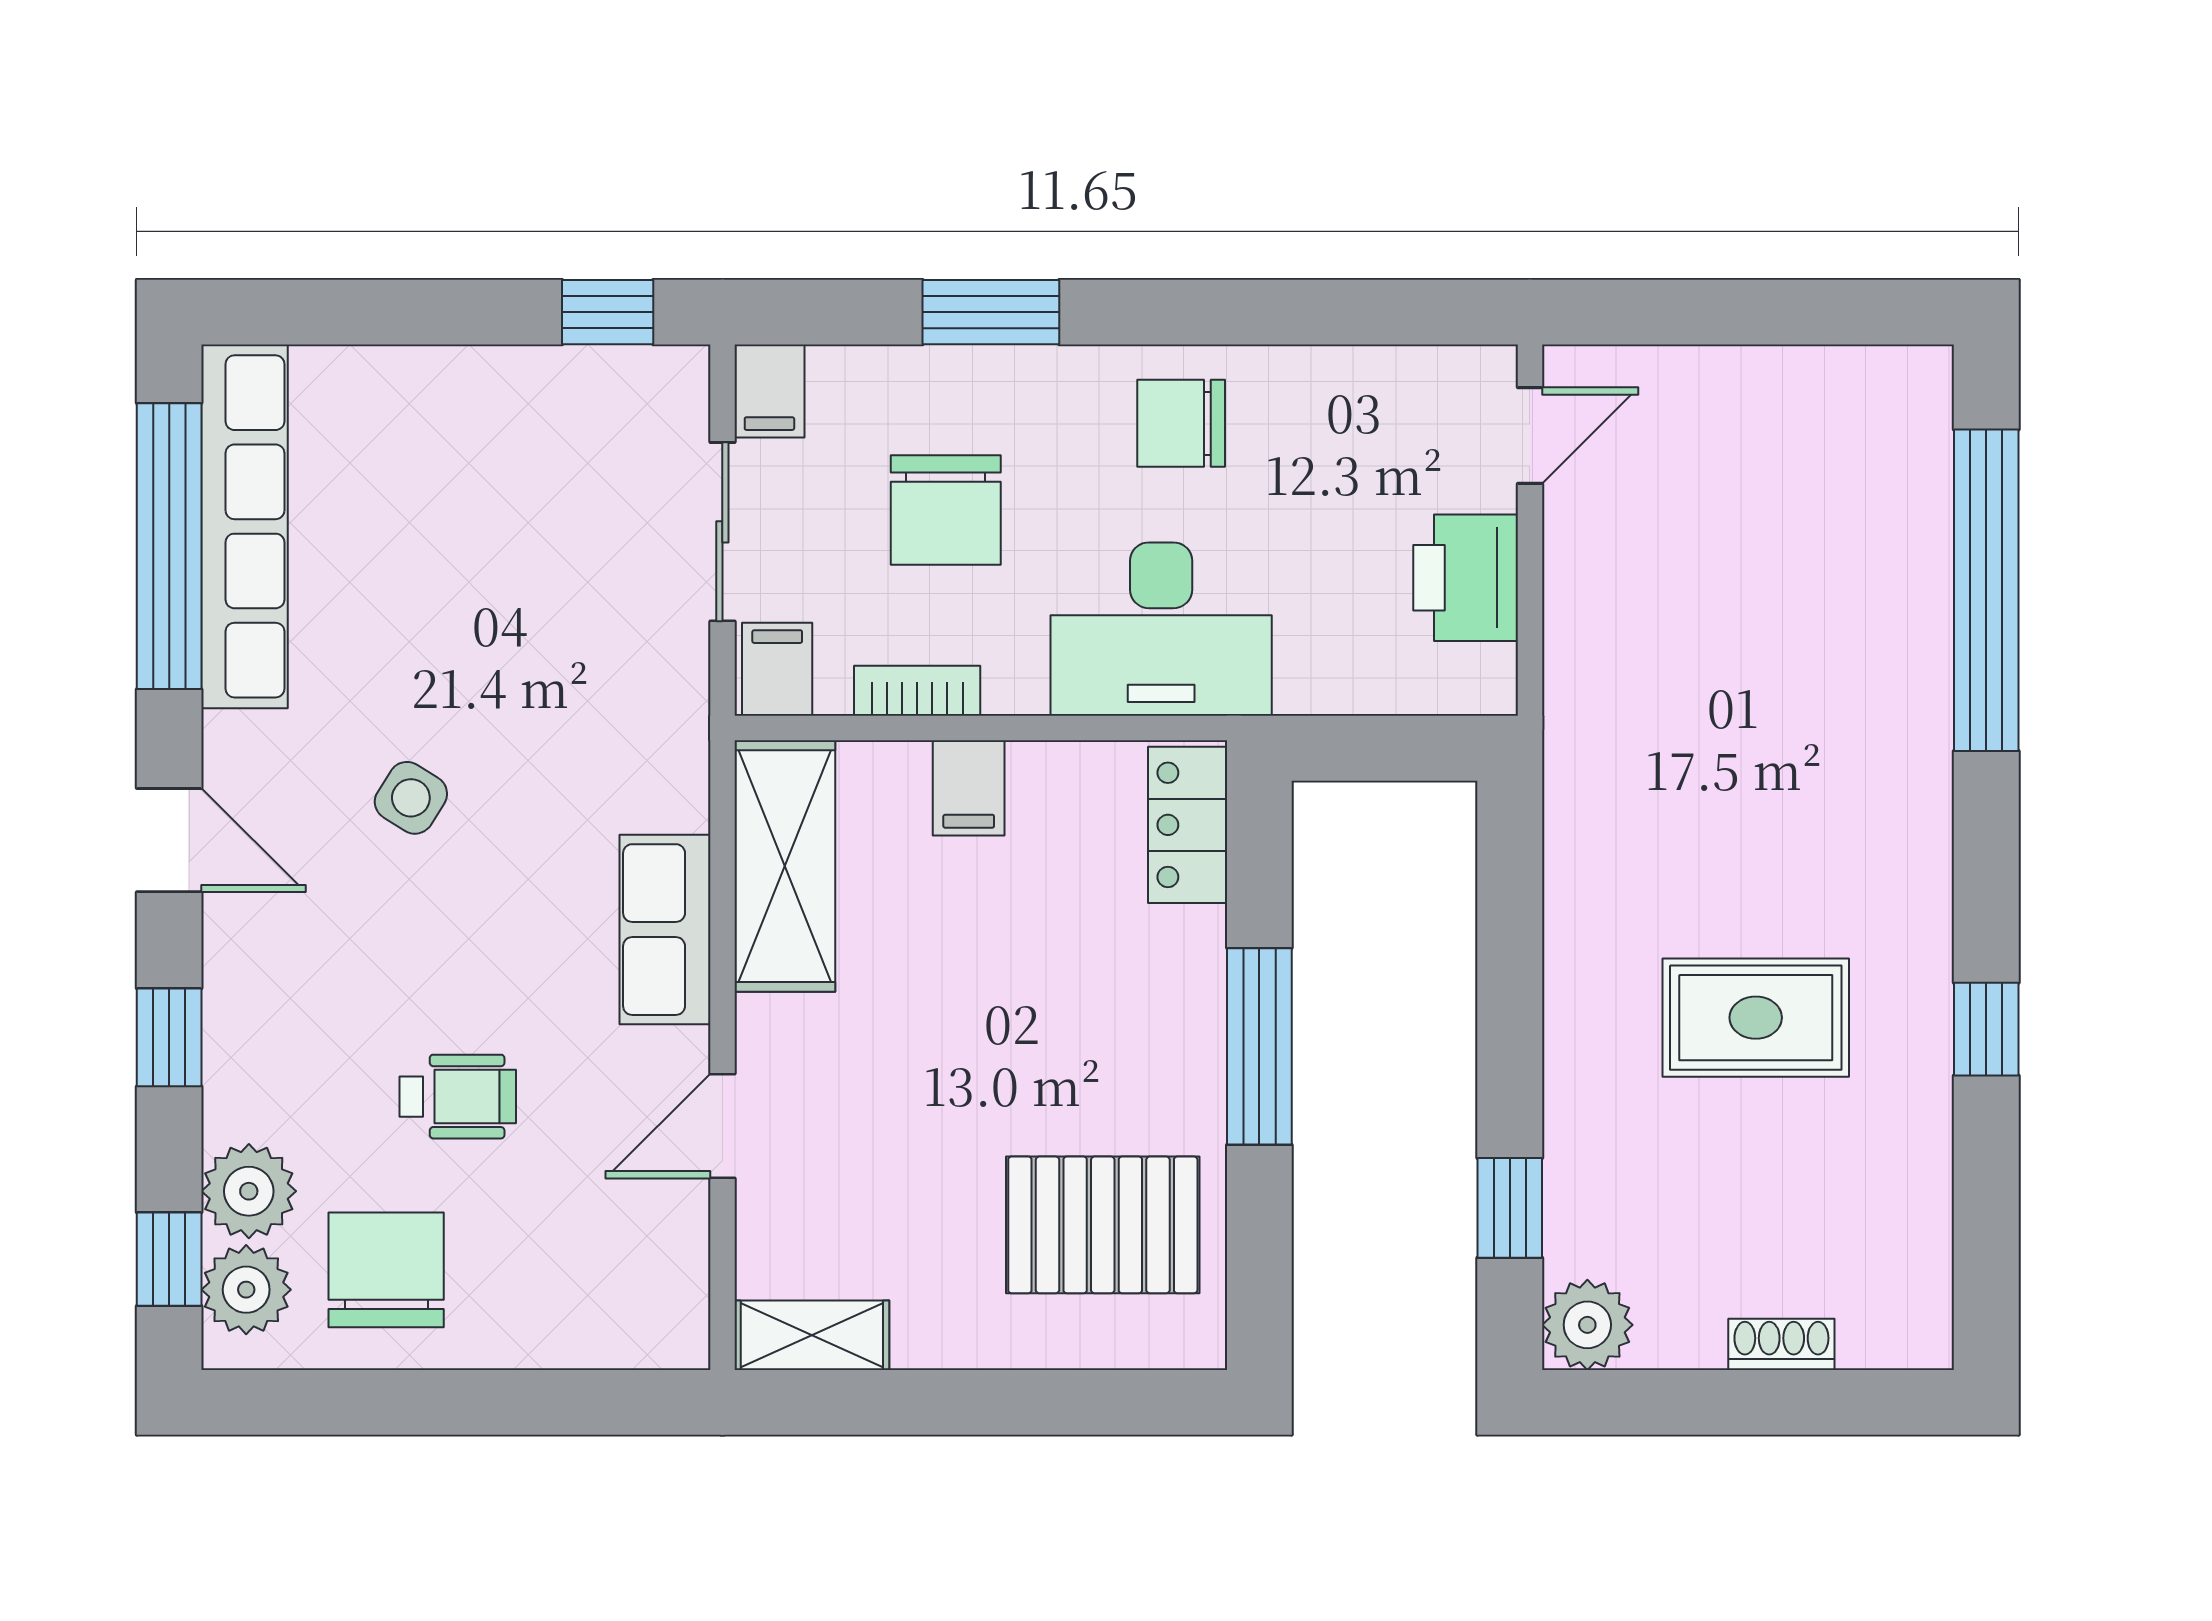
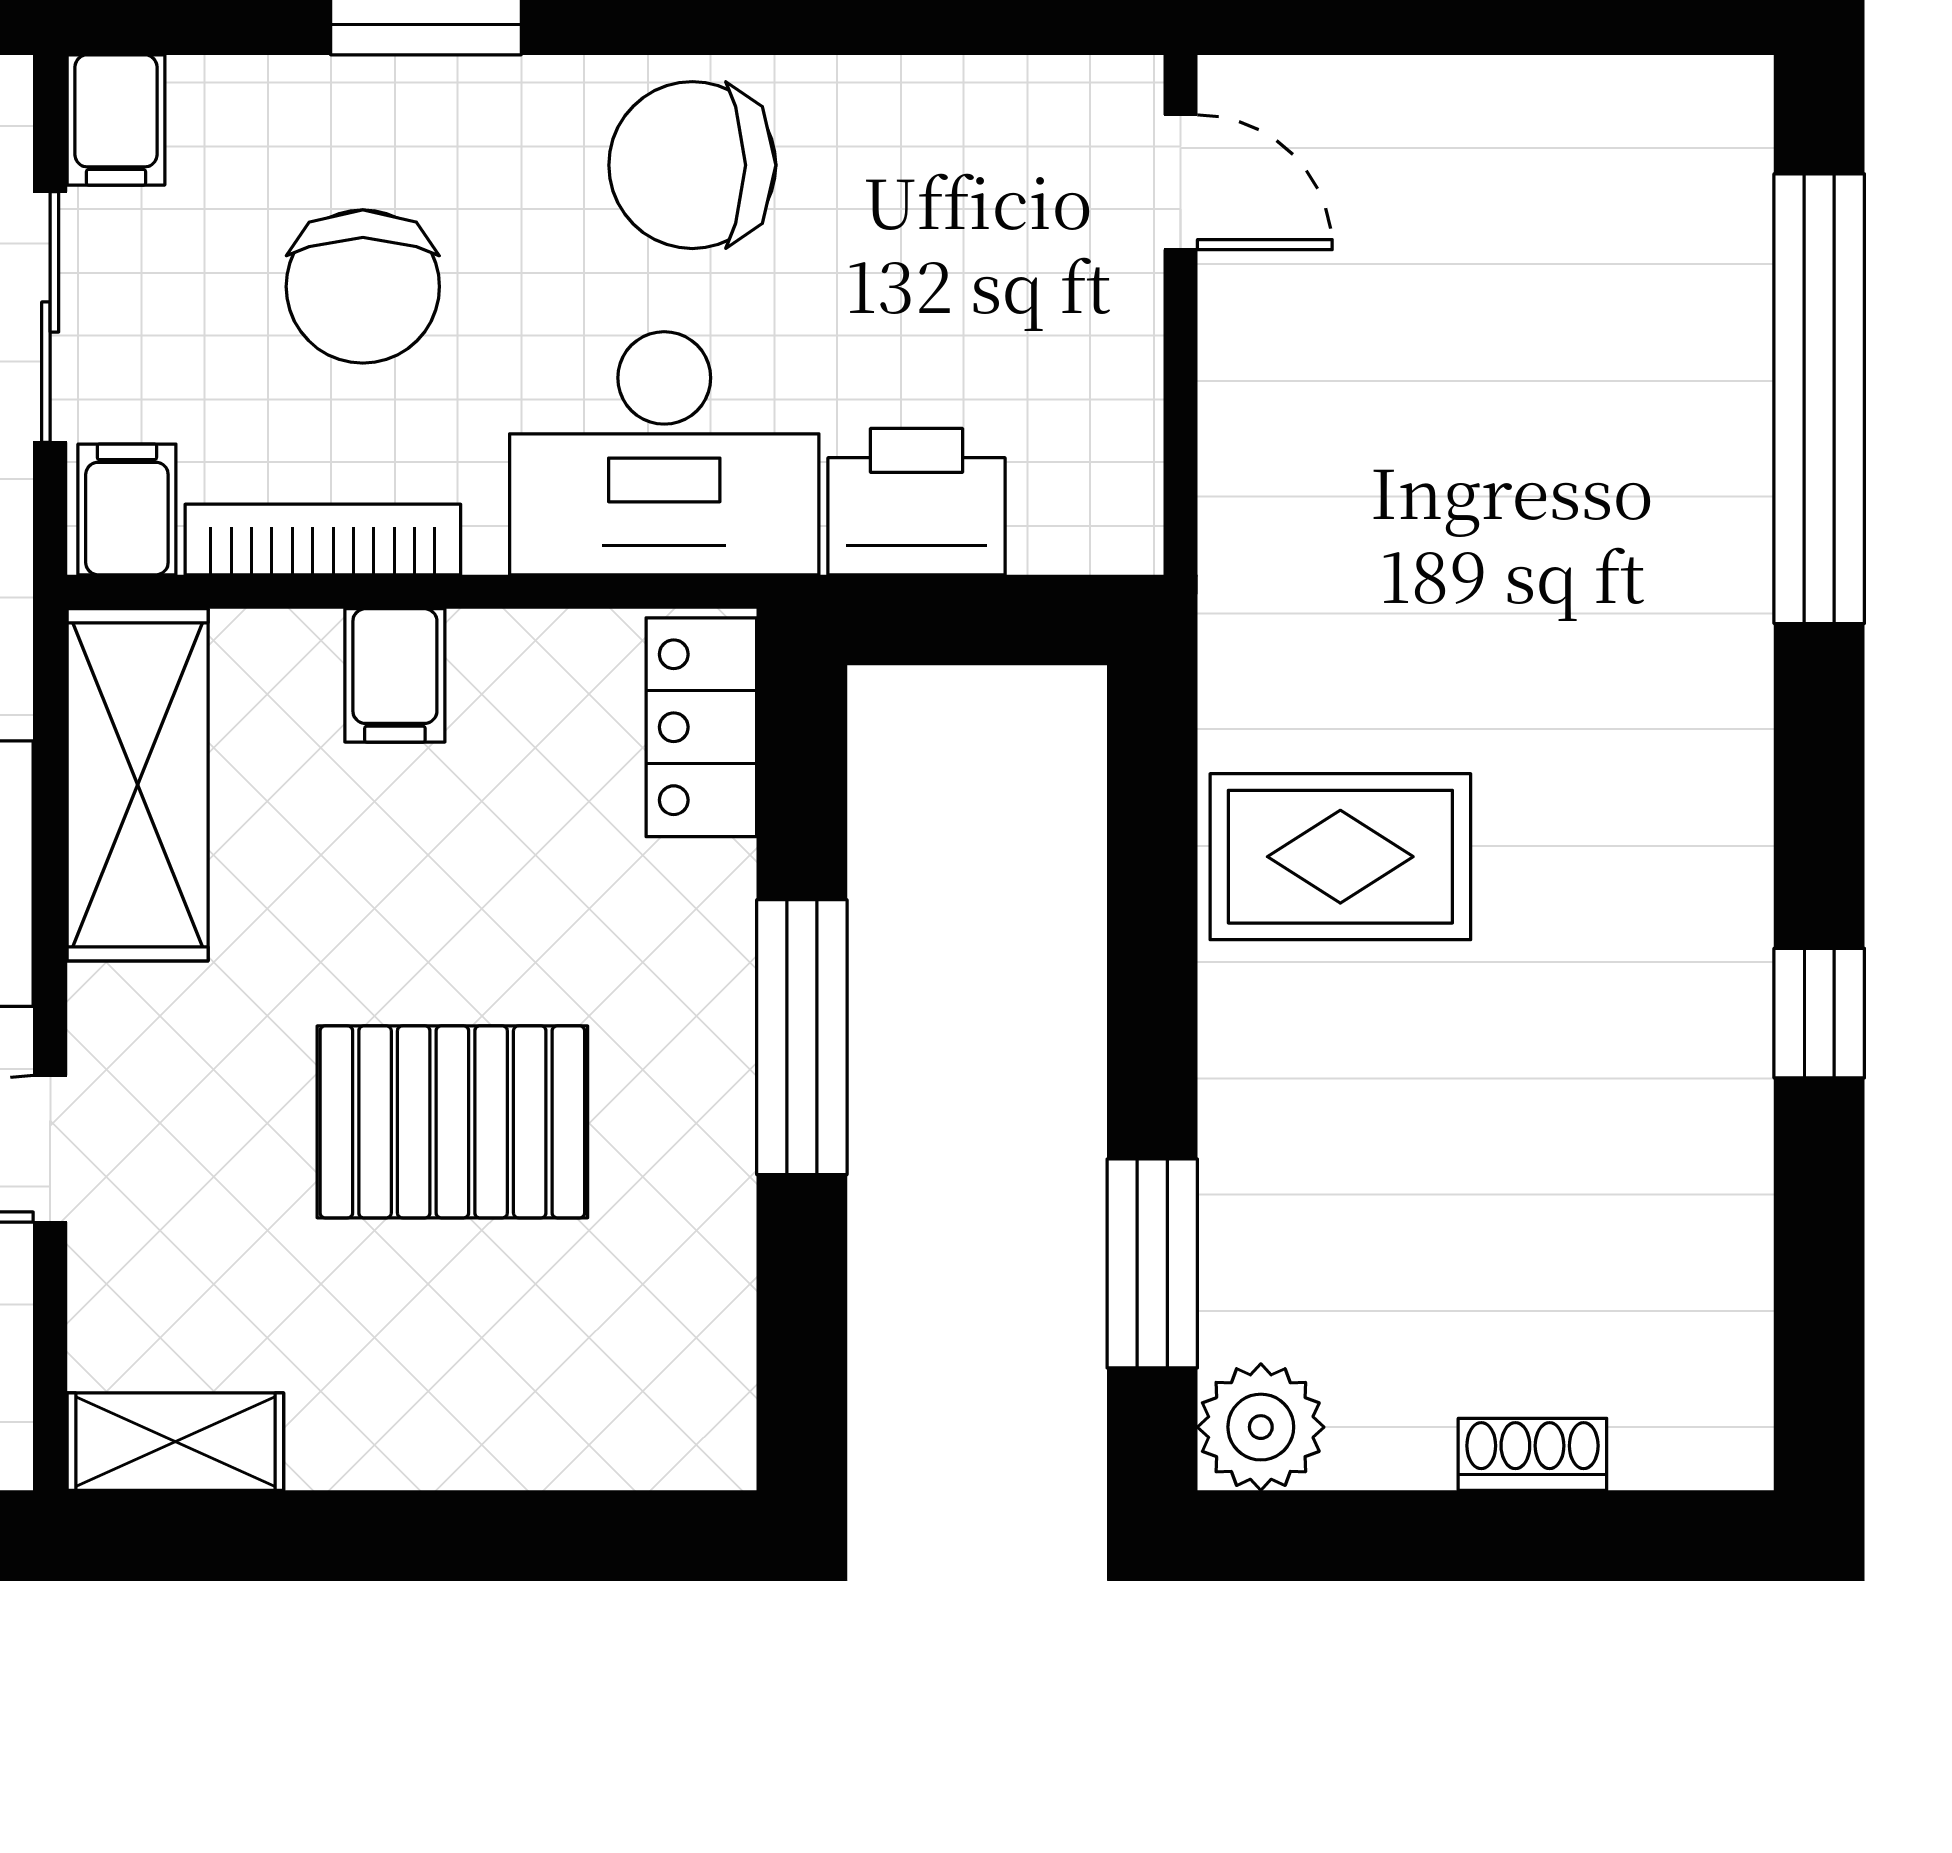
chair: (1181, 423) -> (692, 165), width x1.37, depth x1.37
door: (1530, 436) -> (1181, 182), hinge flipped
printer: (1466, 578) -> (917, 502), moved, turned 90
bookcase: (917, 691) -> (323, 540), width x1.56
rug: (1756, 1018) -> (1340, 857), moved
window: (1510, 1208) -> (1152, 1263), width x1.50
pallet: (1103, 1225) -> (452, 1122), moved

